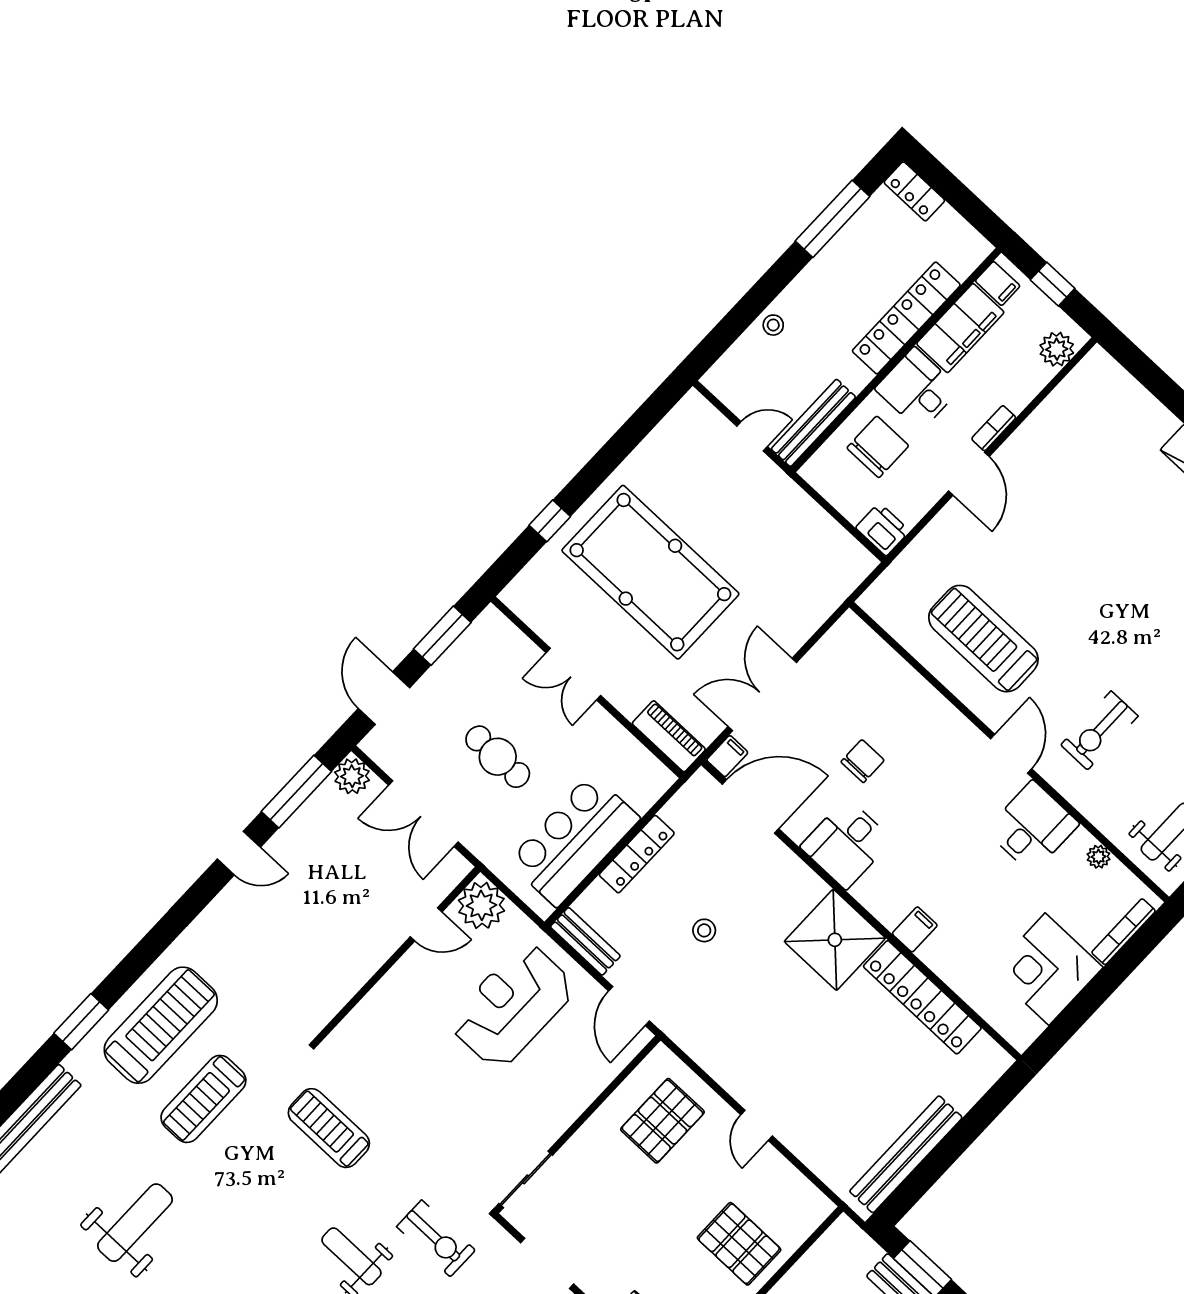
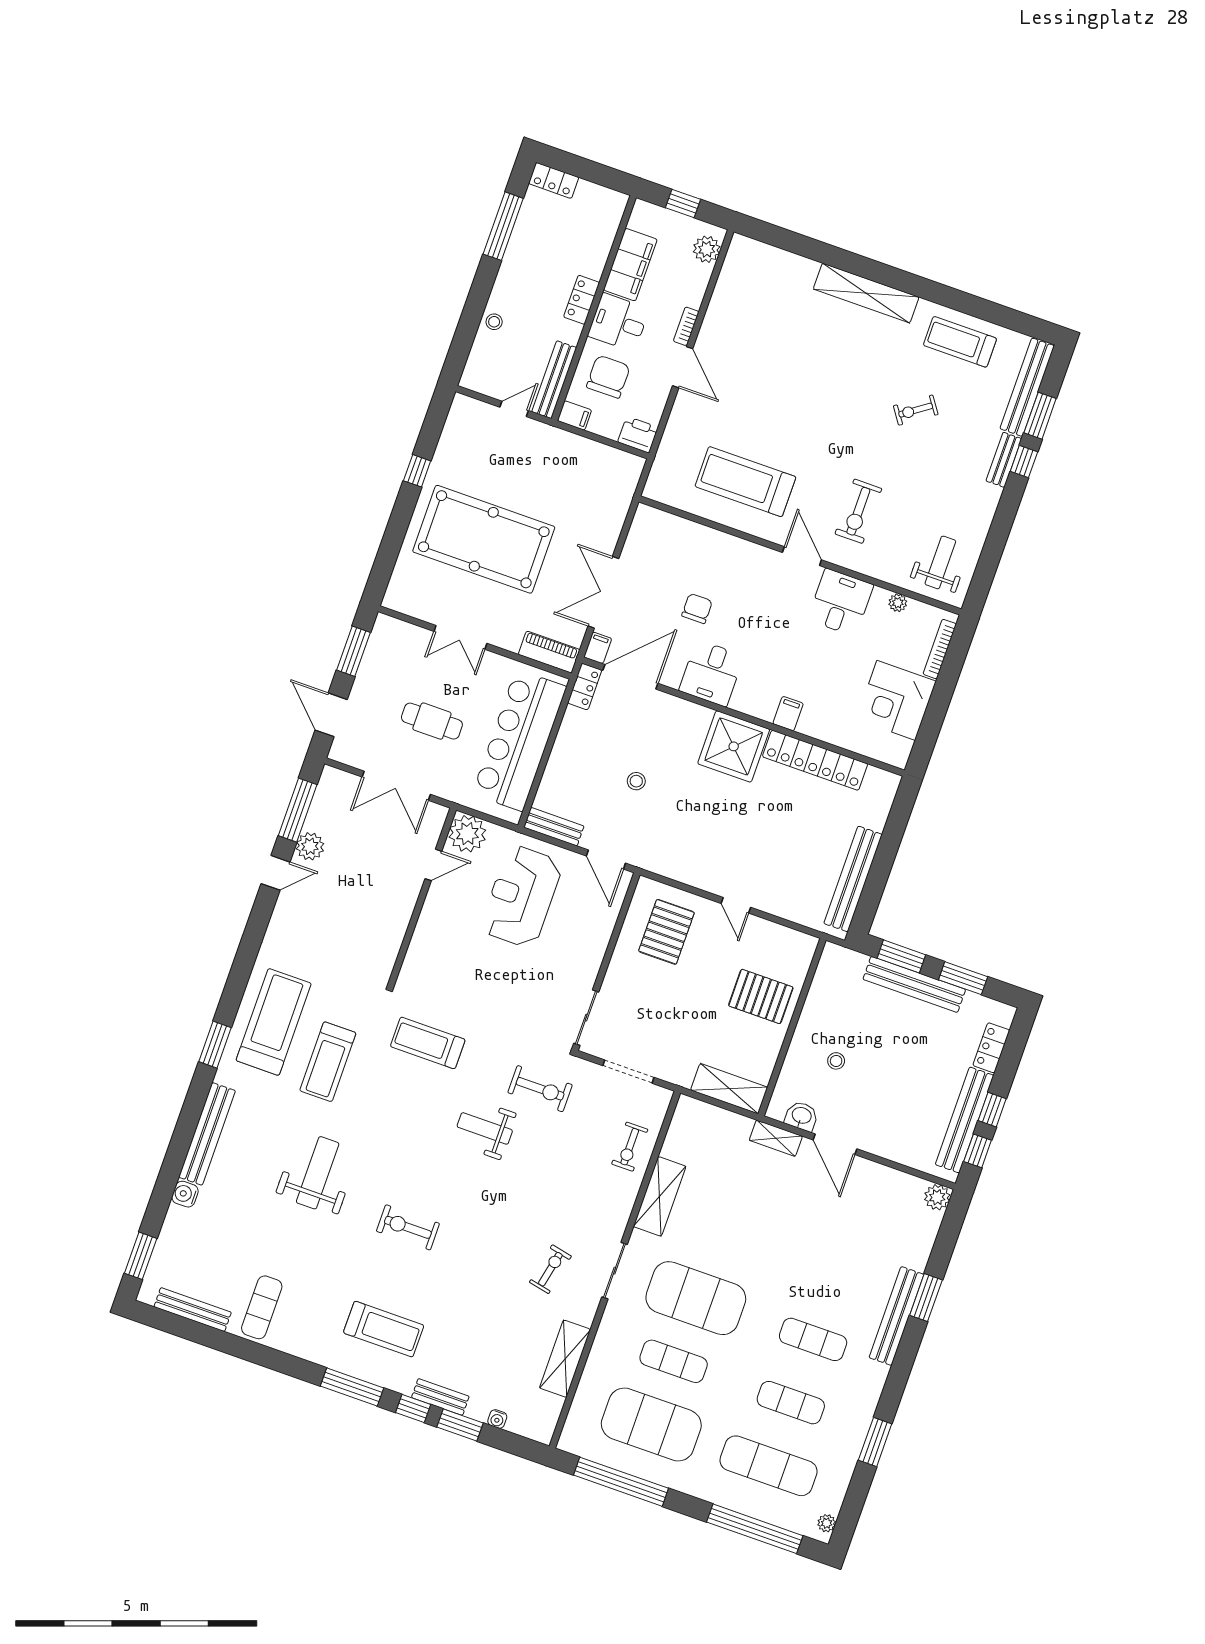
filing cabinet: (998, 283) -> (574, 415), moved
locker: (906, 318) -> (582, 300), width x0.46, depth x0.83
window: (550, 521) -> (417, 471), moved
plant: (352, 776) -> (310, 846), moved
bar counter: (574, 840) -> (519, 740), width x1.36
locker: (637, 854) -> (585, 687), moved, width x0.66

